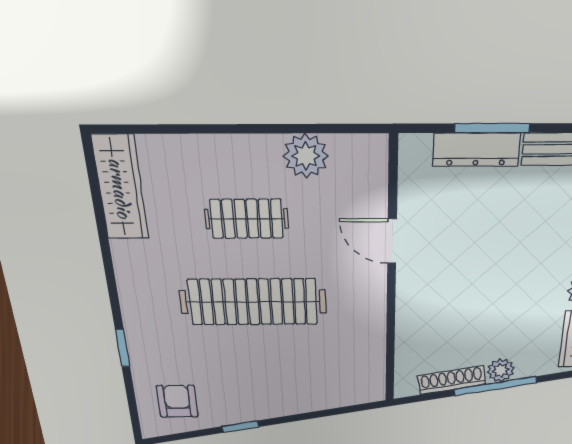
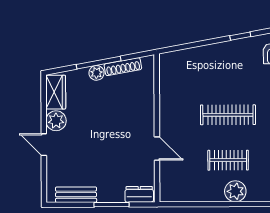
dresser: (476, 150) -> (139, 194), moved, width x0.70
plant: (306, 156) -> (235, 191), moved
clothes rail: (253, 302) -> (228, 115), width x0.73, depth x0.76

